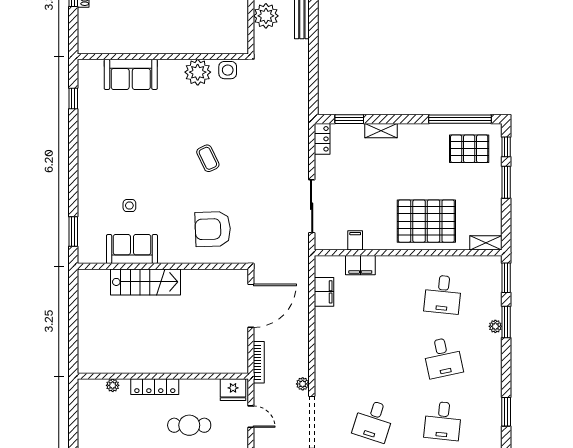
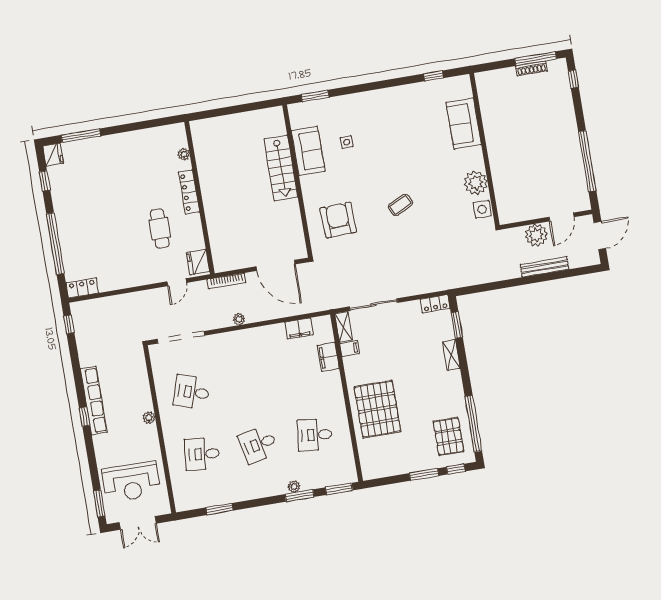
shelving: (486, 243) -> (344, 327), moved
plant: (303, 384) -> (239, 319), moved

